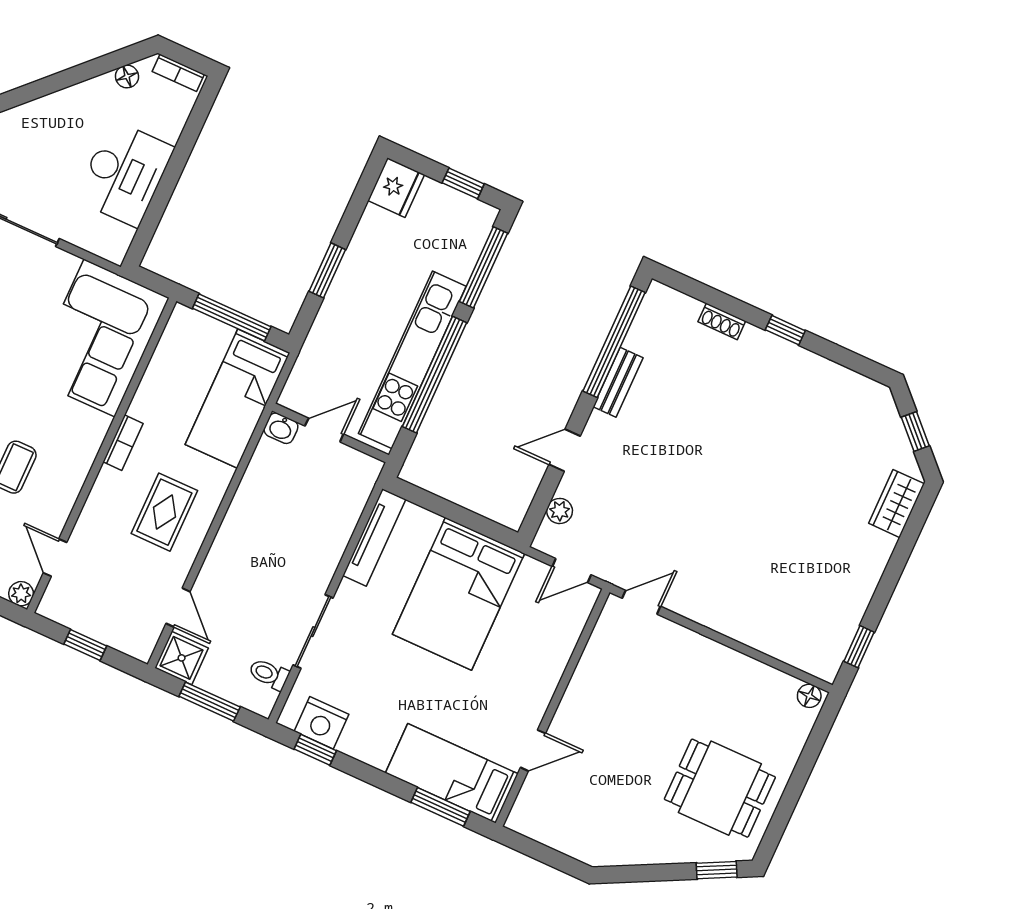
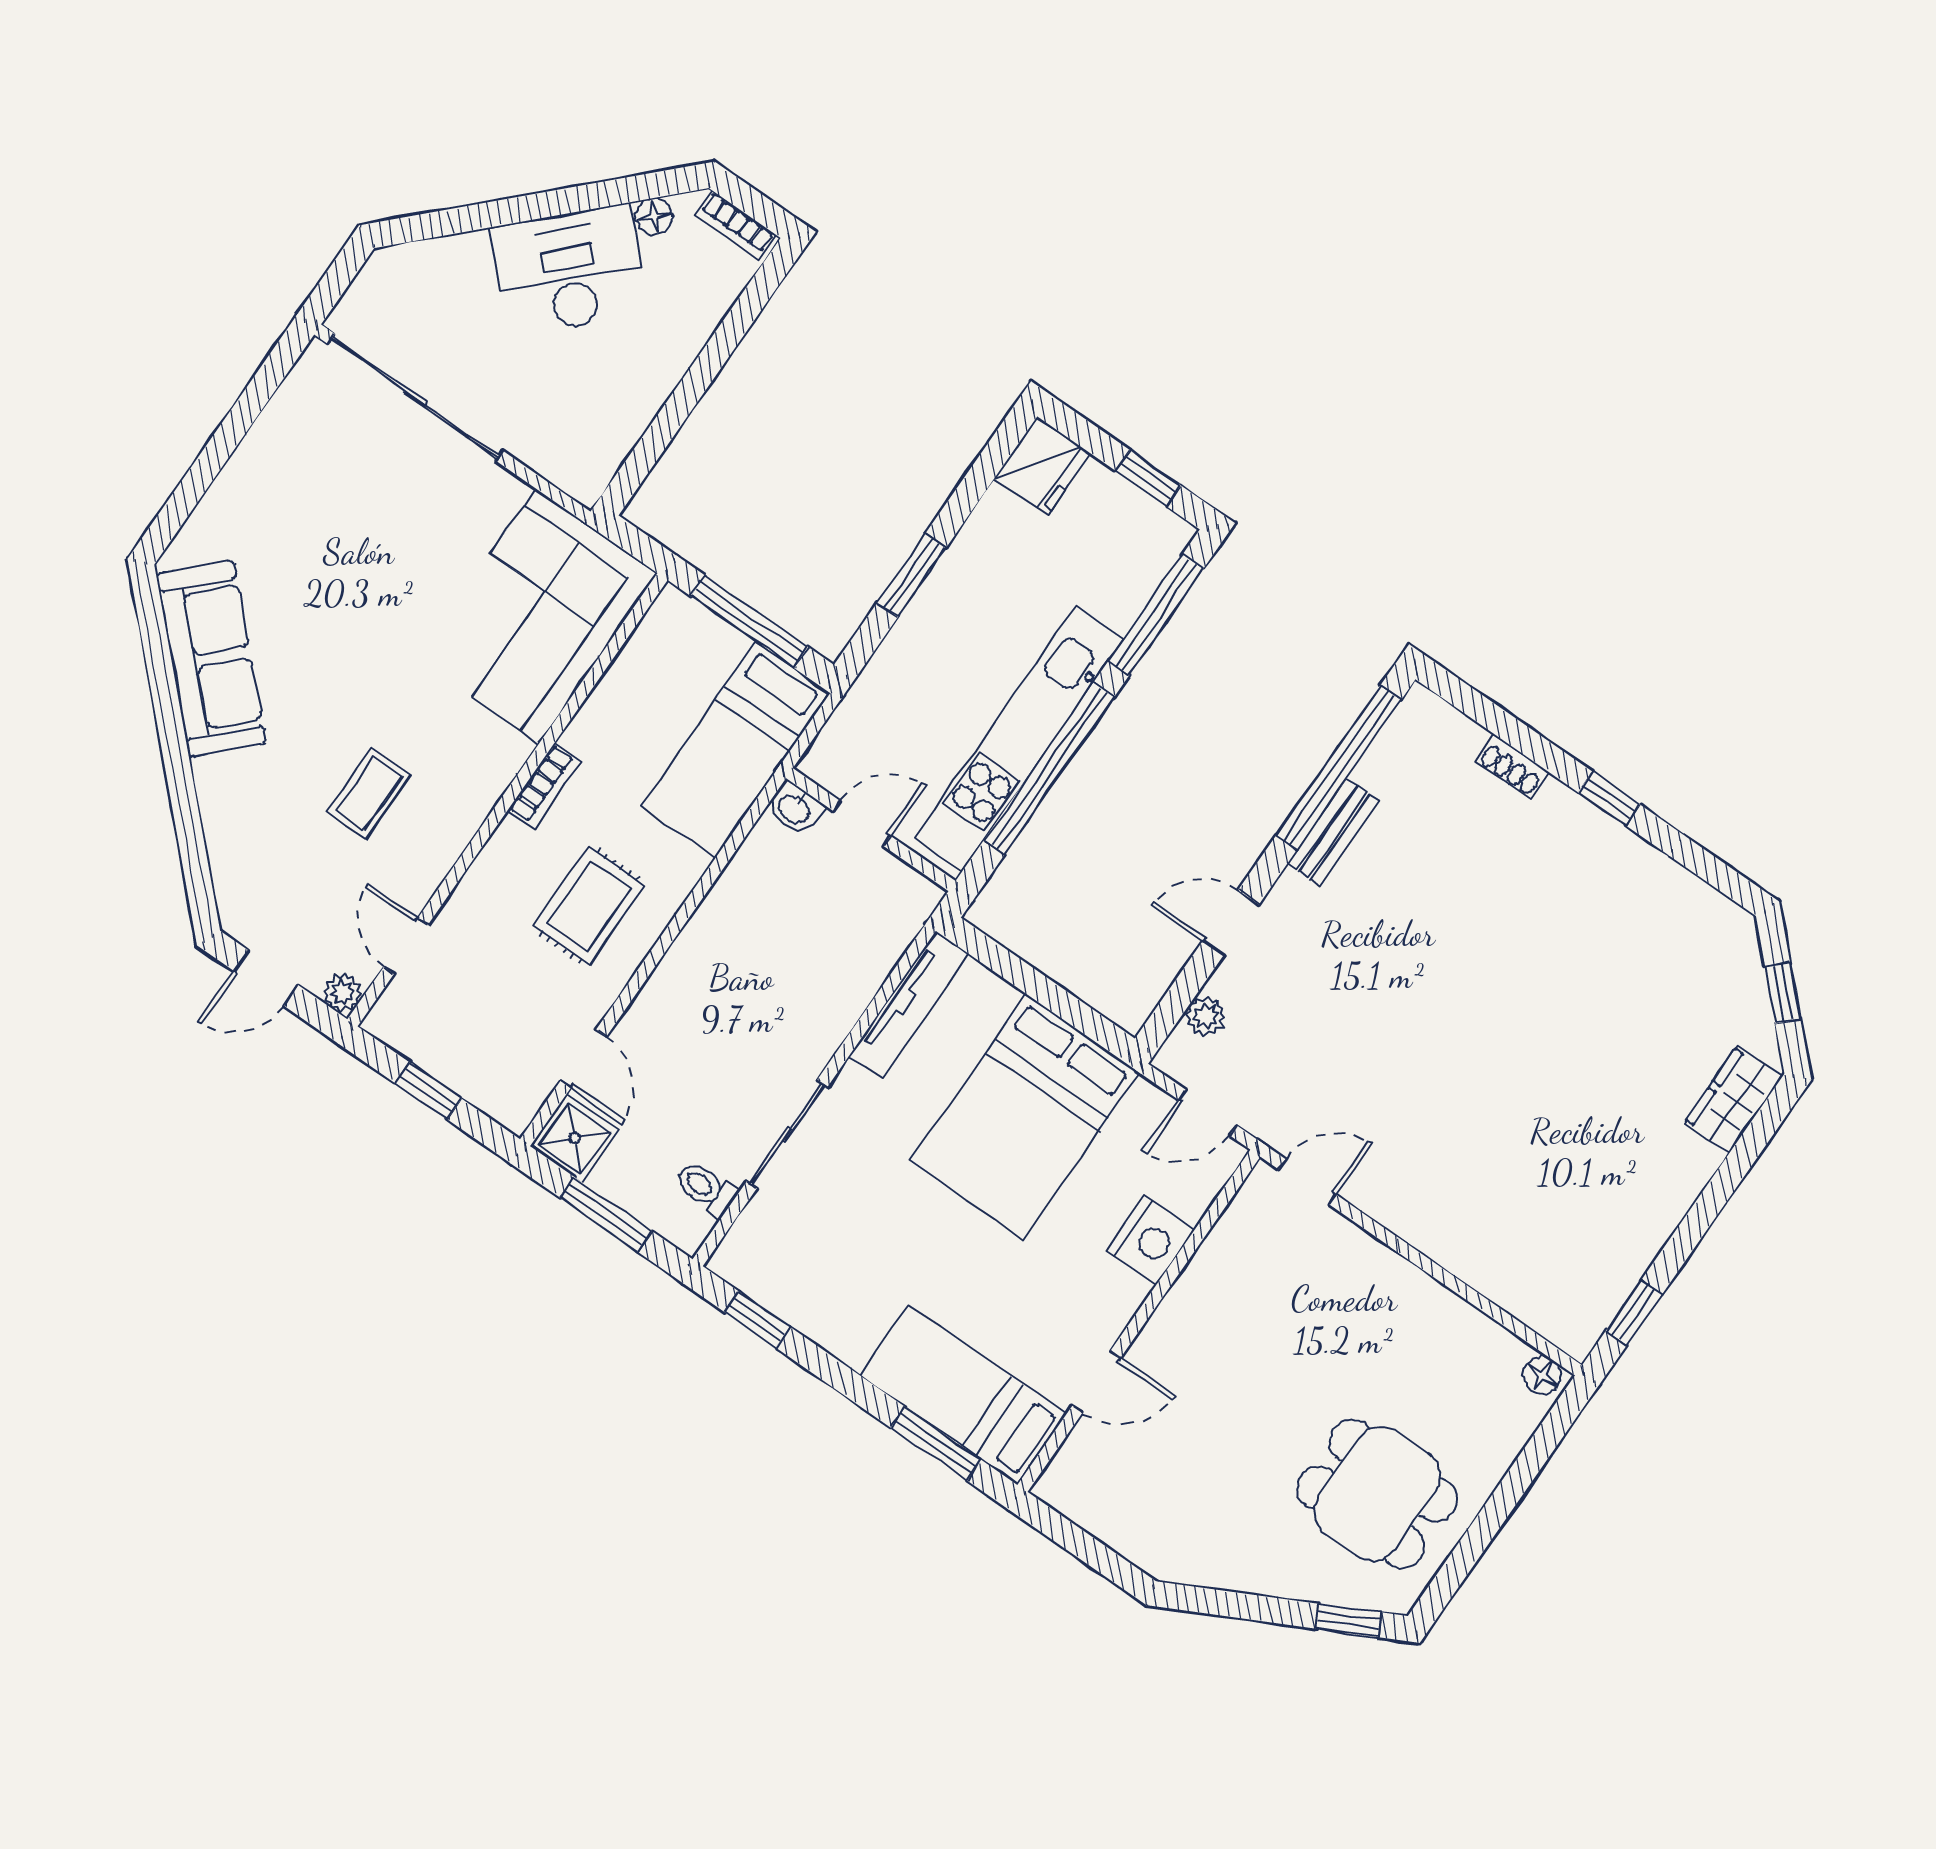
desk: (125, 174) -> (569, 270), moved, turned -135
nightstand: (321, 723) -> (1150, 1241), moved, turned -90

